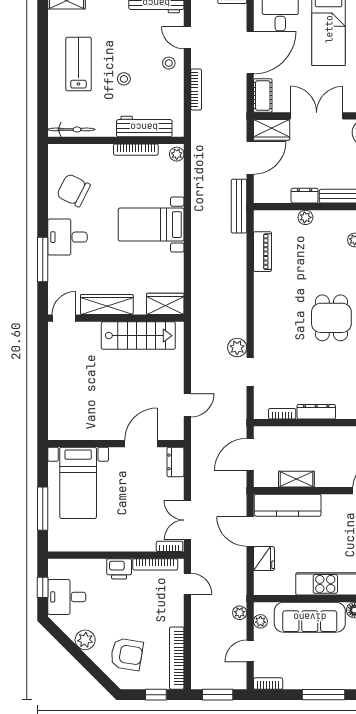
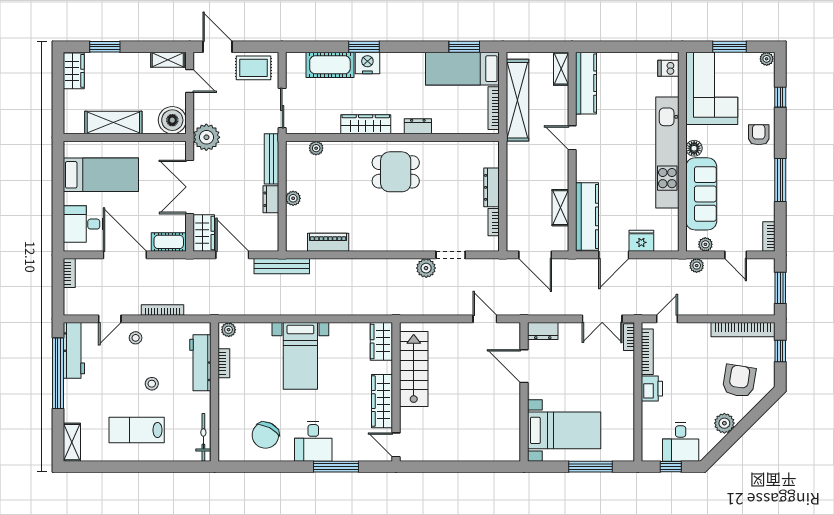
bookcase: (136, 150) -> (224, 363), width x0.64

